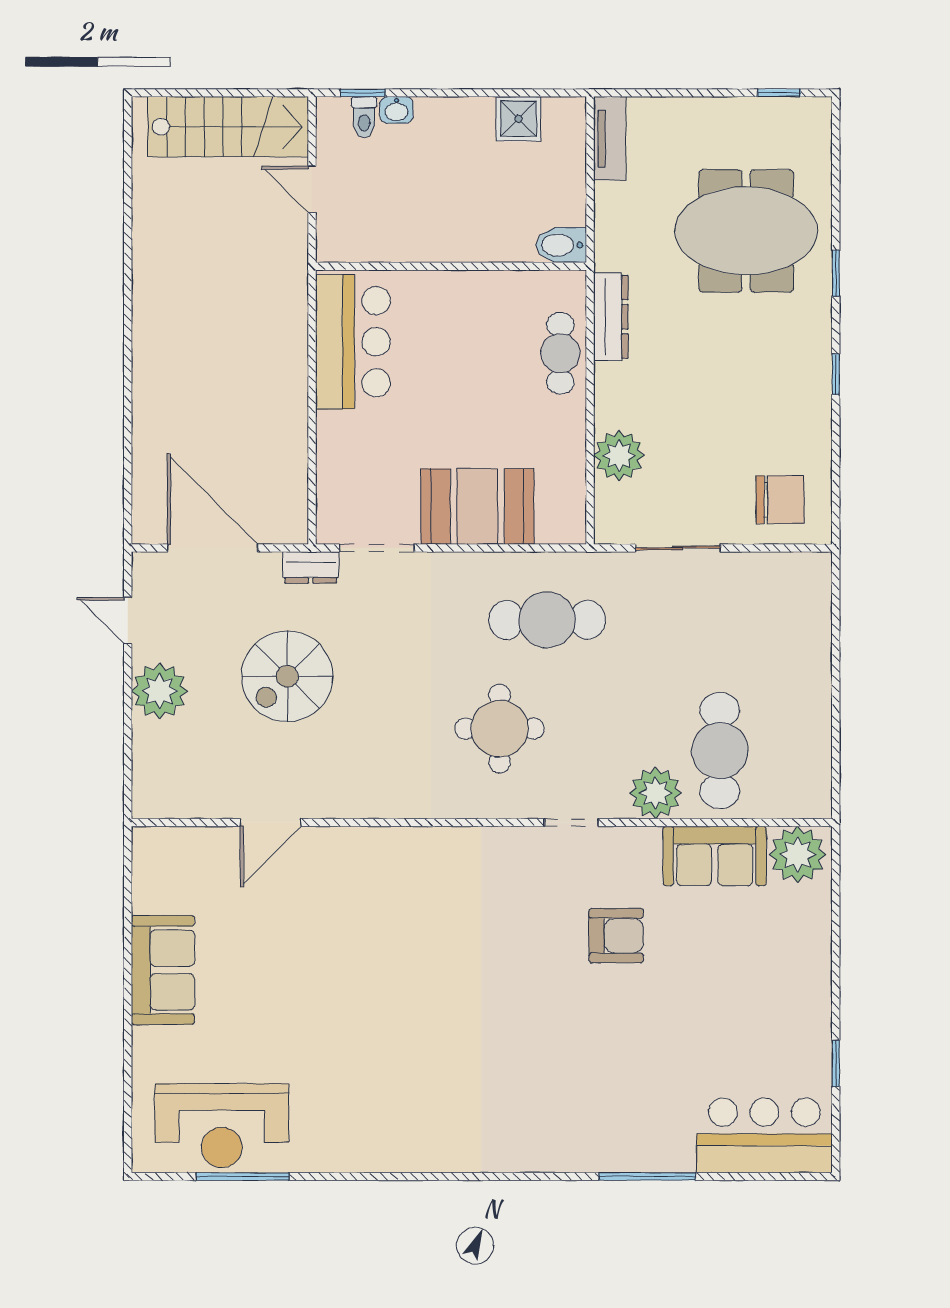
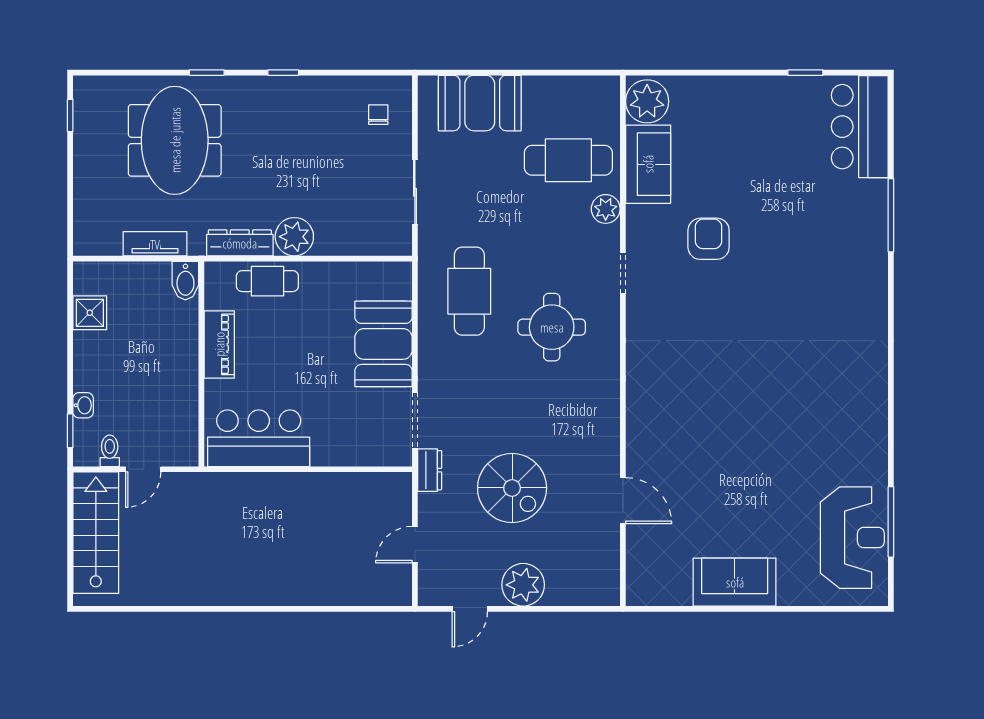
toilet: (364, 117) -> (110, 451), moved, turned -90
tv unit: (610, 139) -> (155, 244), moved
piano: (477, 290) -> (219, 344), added
plant: (619, 456) -> (294, 237), moved
chair: (780, 500) -> (378, 115), width x0.54, depth x0.54
door: (213, 548) -> (415, 545), width x0.53
booth: (795, 634) -> (480, 103), added
plant: (656, 793) -> (606, 209), width x0.73, depth x0.73

